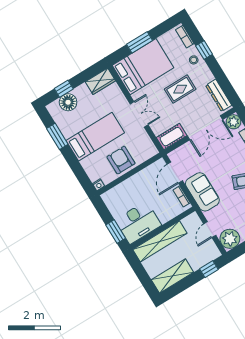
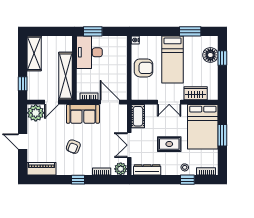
wardrobe: (100, 81) -> (196, 93), moved, turned 90
rug: (180, 89) -> (169, 144), turned 90
double door: (205, 128) -> (129, 145), width x0.73
door: (210, 230) -> (52, 102), swing flipped
shelving: (160, 241) -> (66, 76), moved

